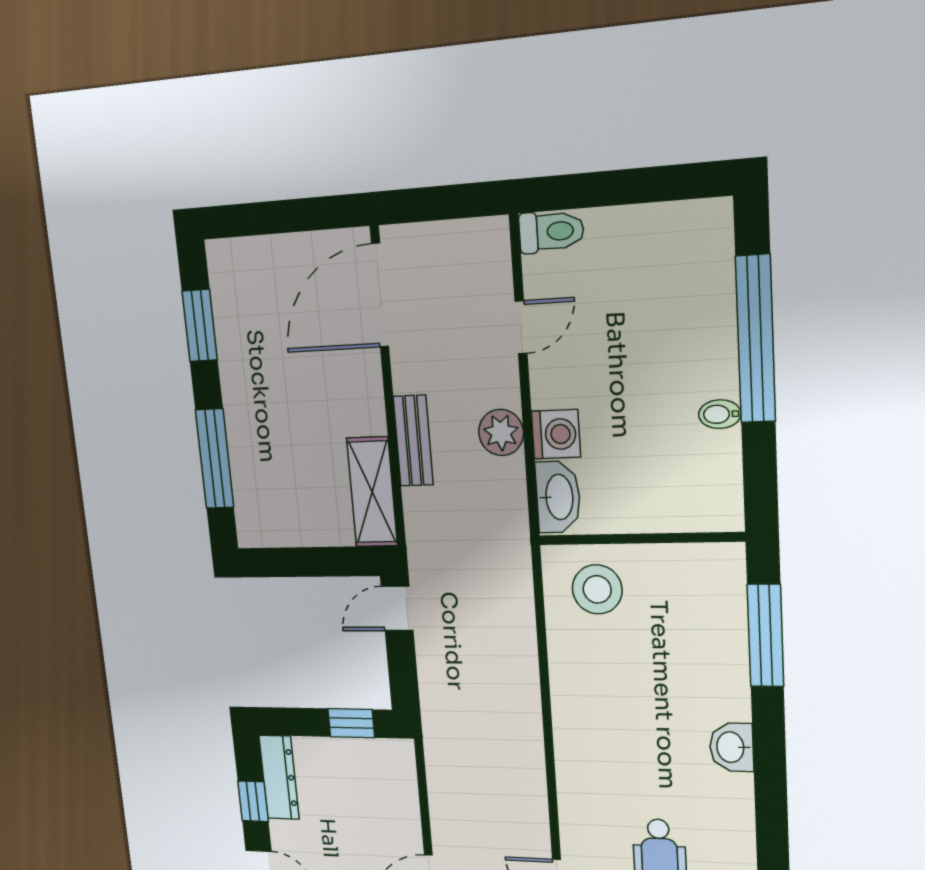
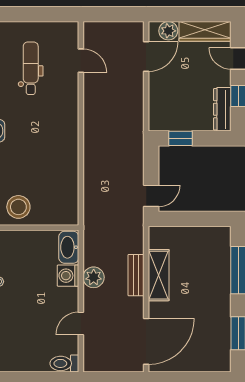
shelving: (372, 492) -> (159, 275), moved
stool: (597, 589) -> (18, 207), moved

